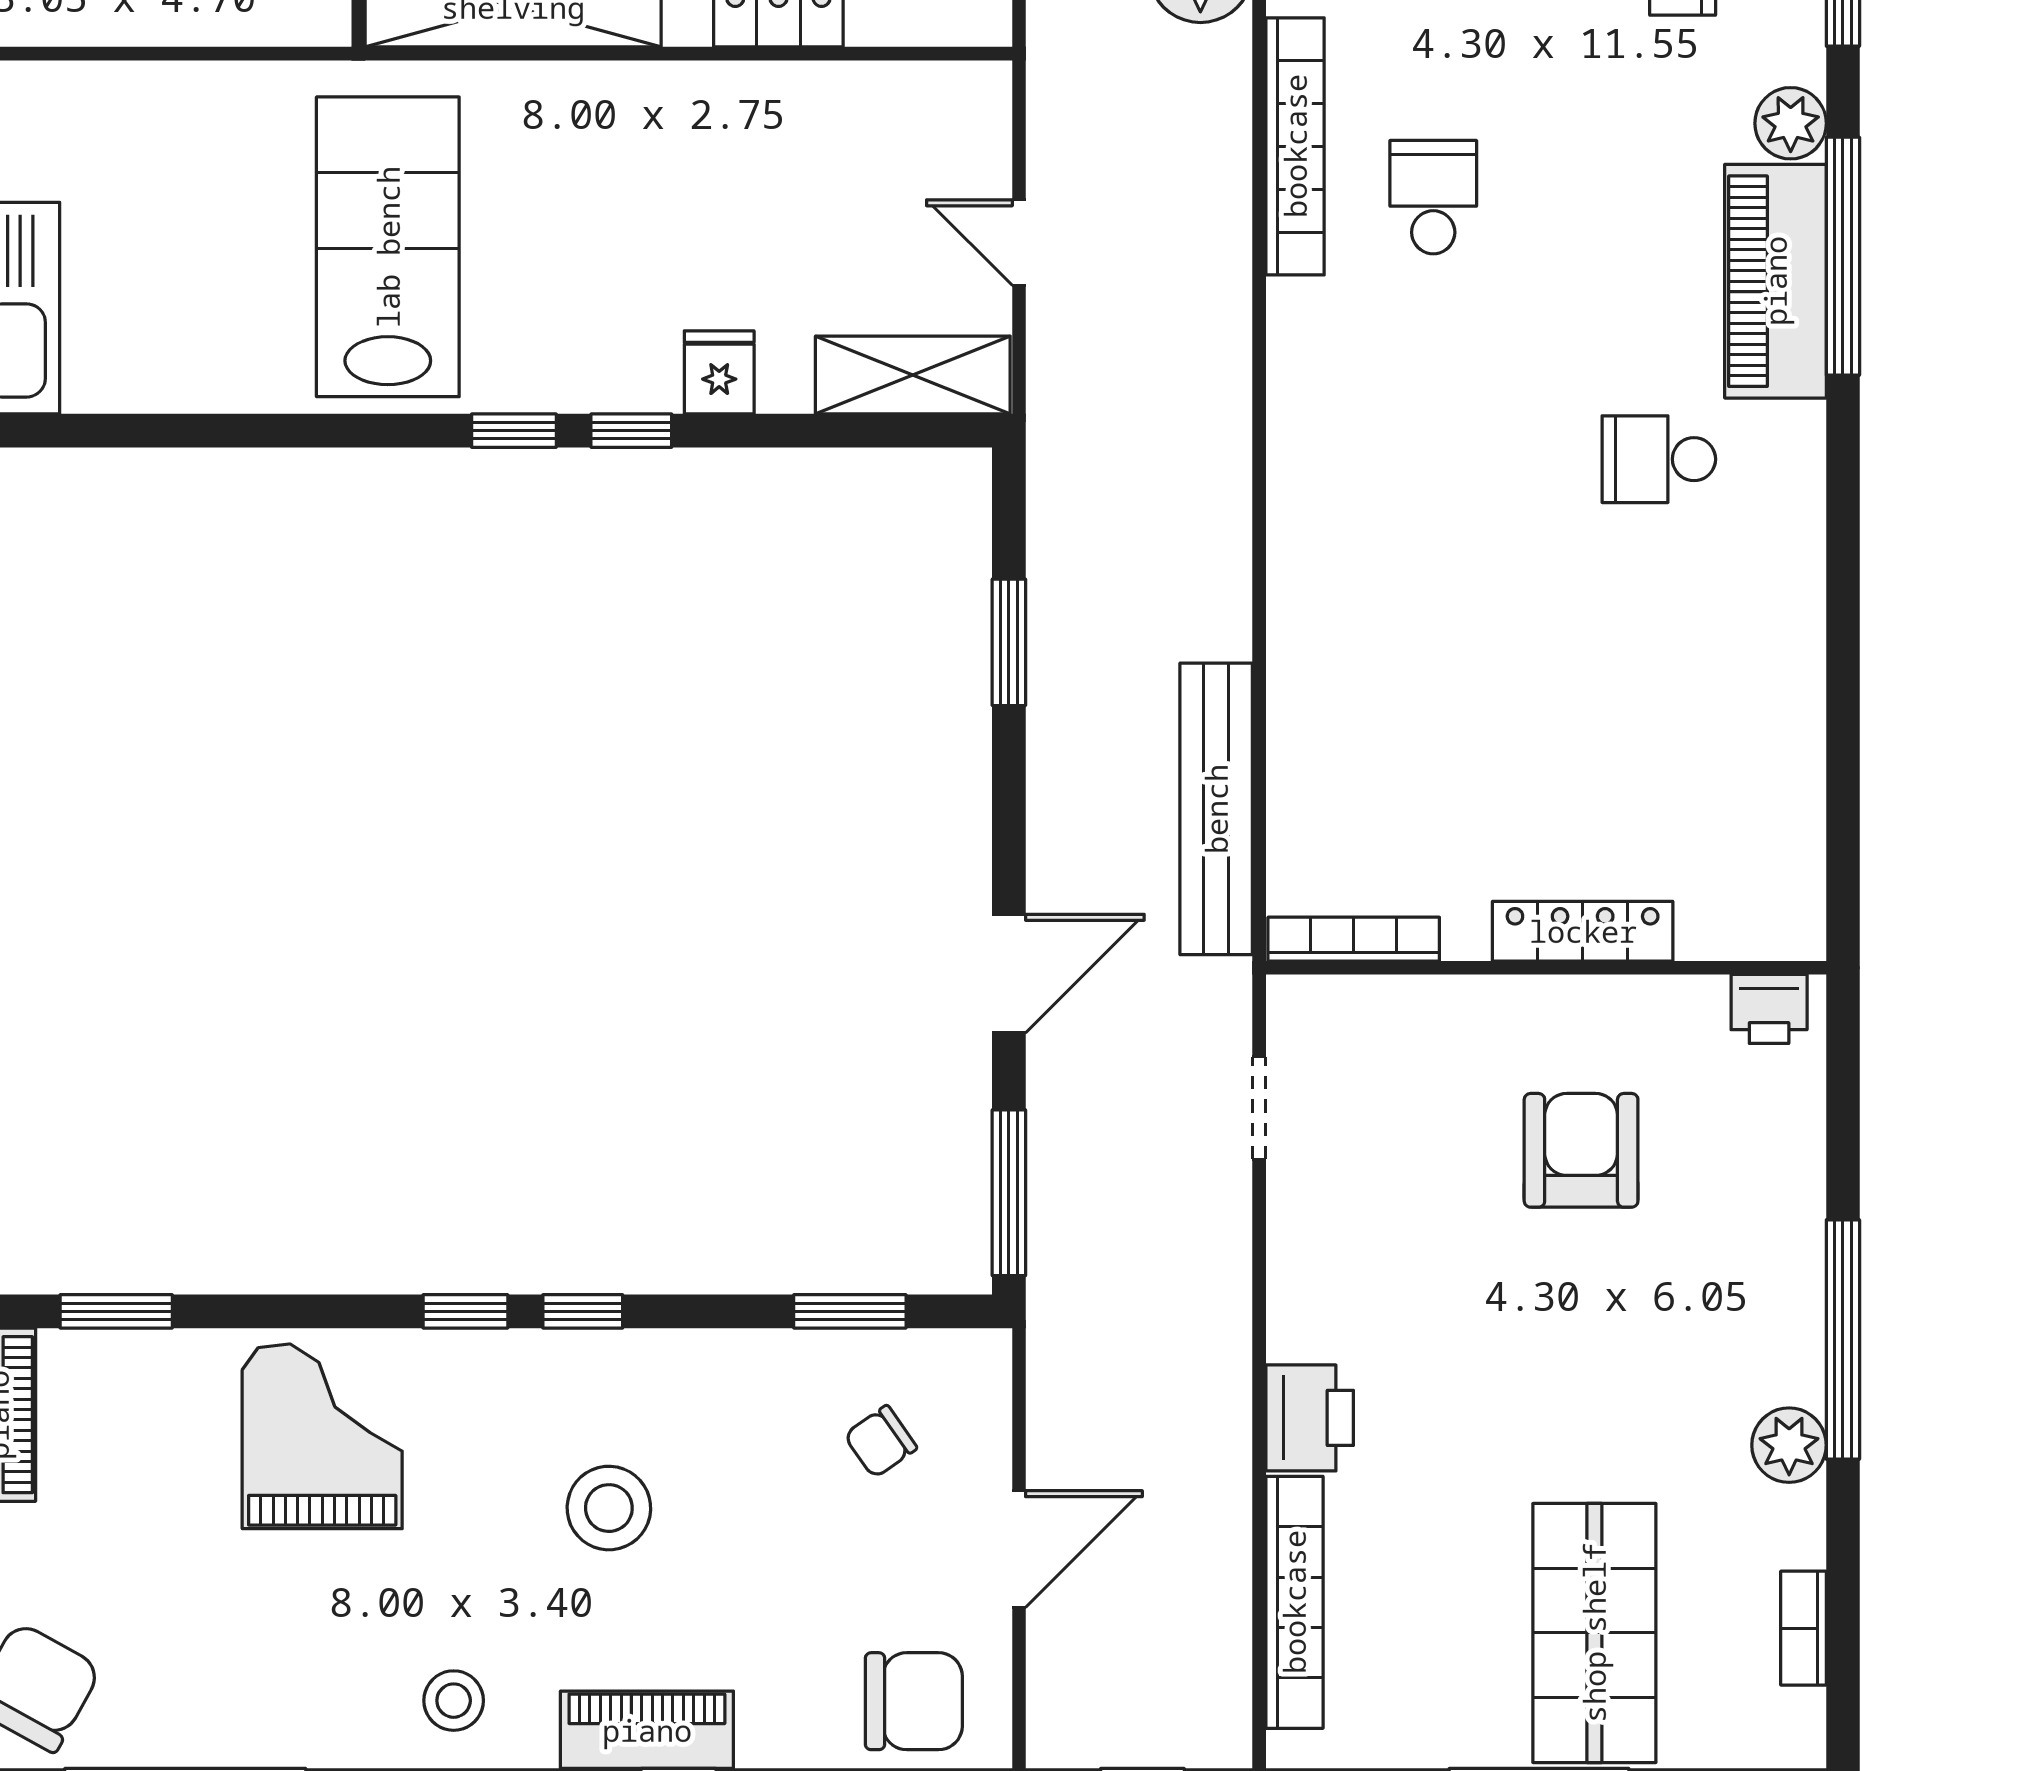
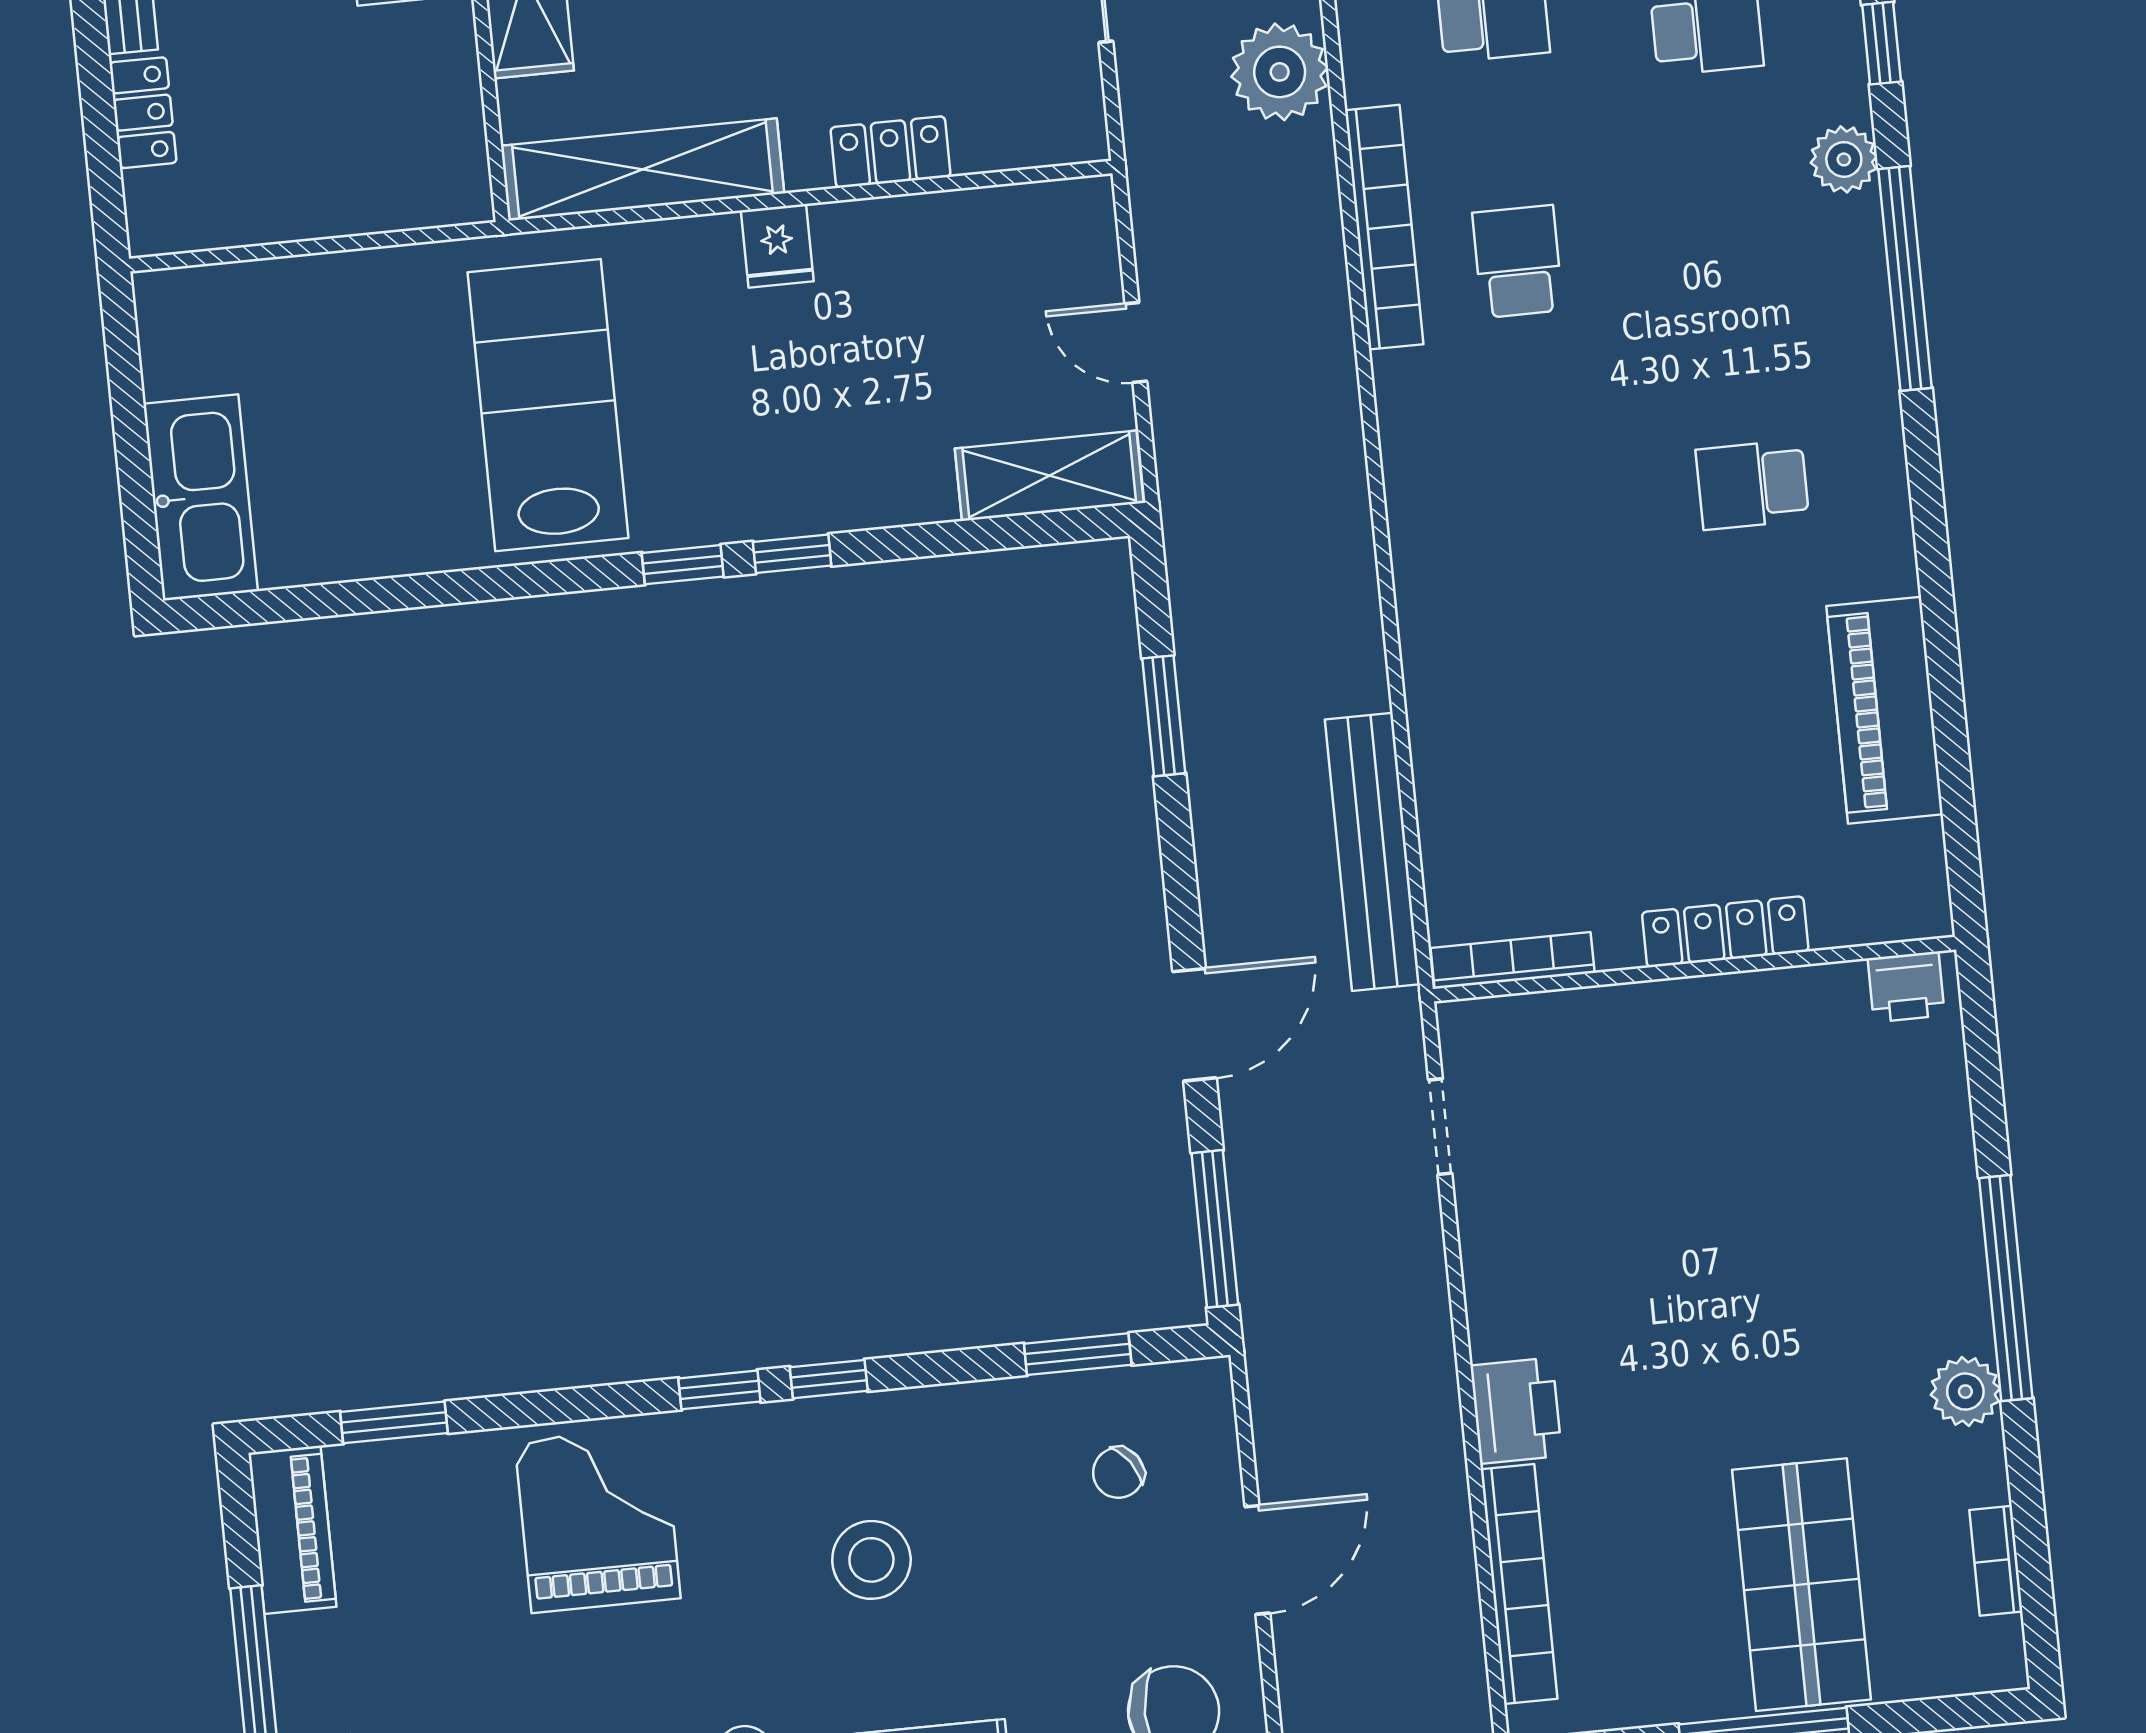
piano: (1775, 281) -> (1885, 710), moved
fridge: (719, 372) -> (777, 246), moved, turned 180
armchair: (1581, 1150) -> (1744, 1136), removed

